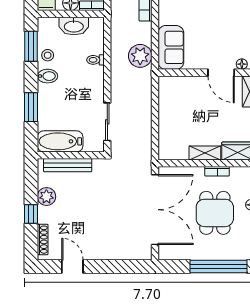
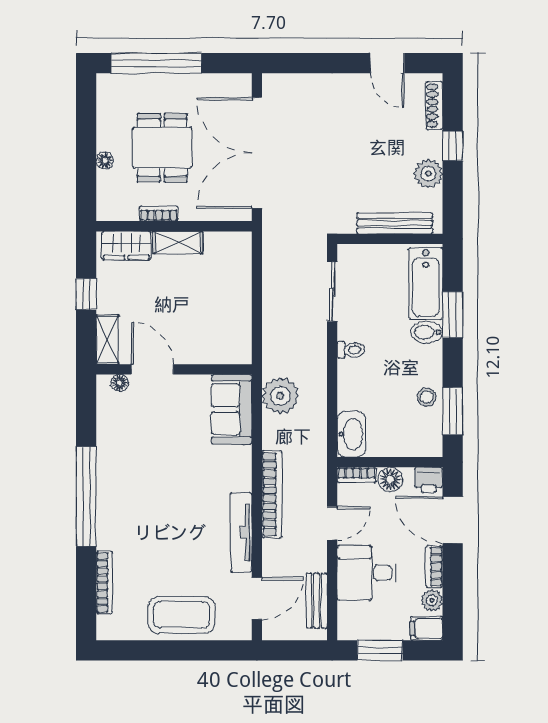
washbasin: (74, 26) -> (351, 434), moved, turned 90
toilet: (95, 60) -> (351, 350), moved
bidet: (47, 76) -> (427, 332), moved
bathtub: (60, 141) -> (426, 283), moved, turned 90

